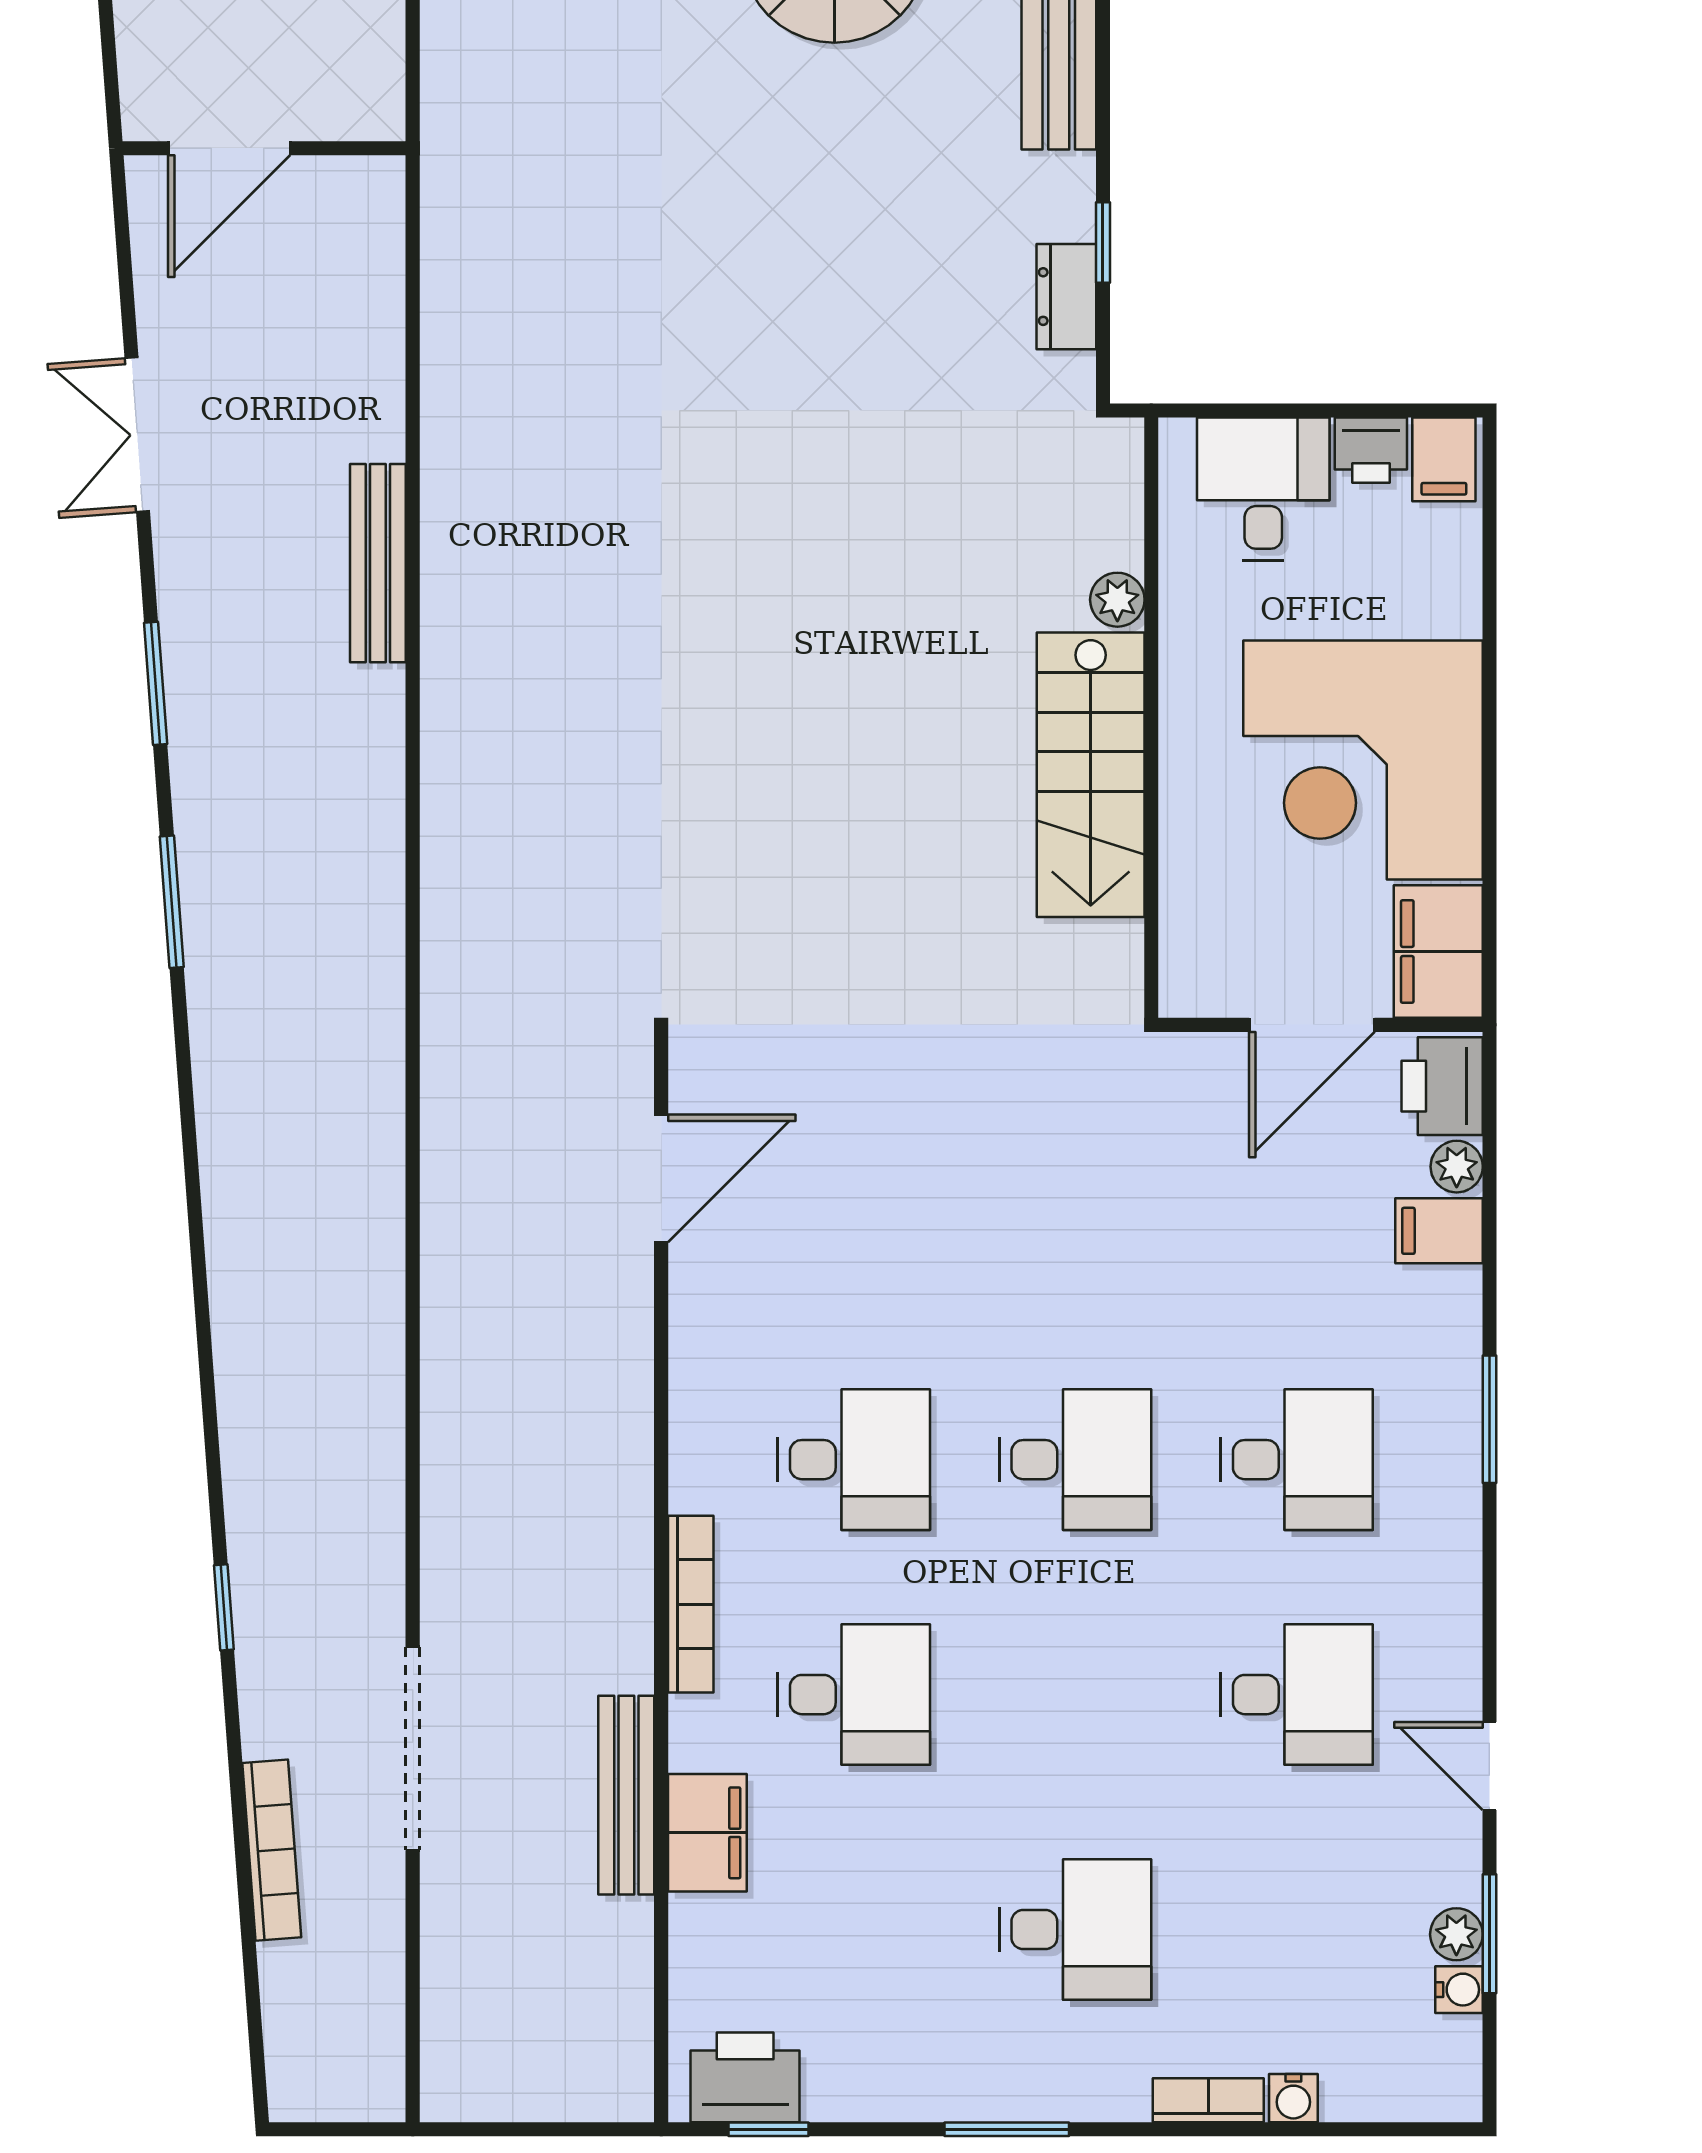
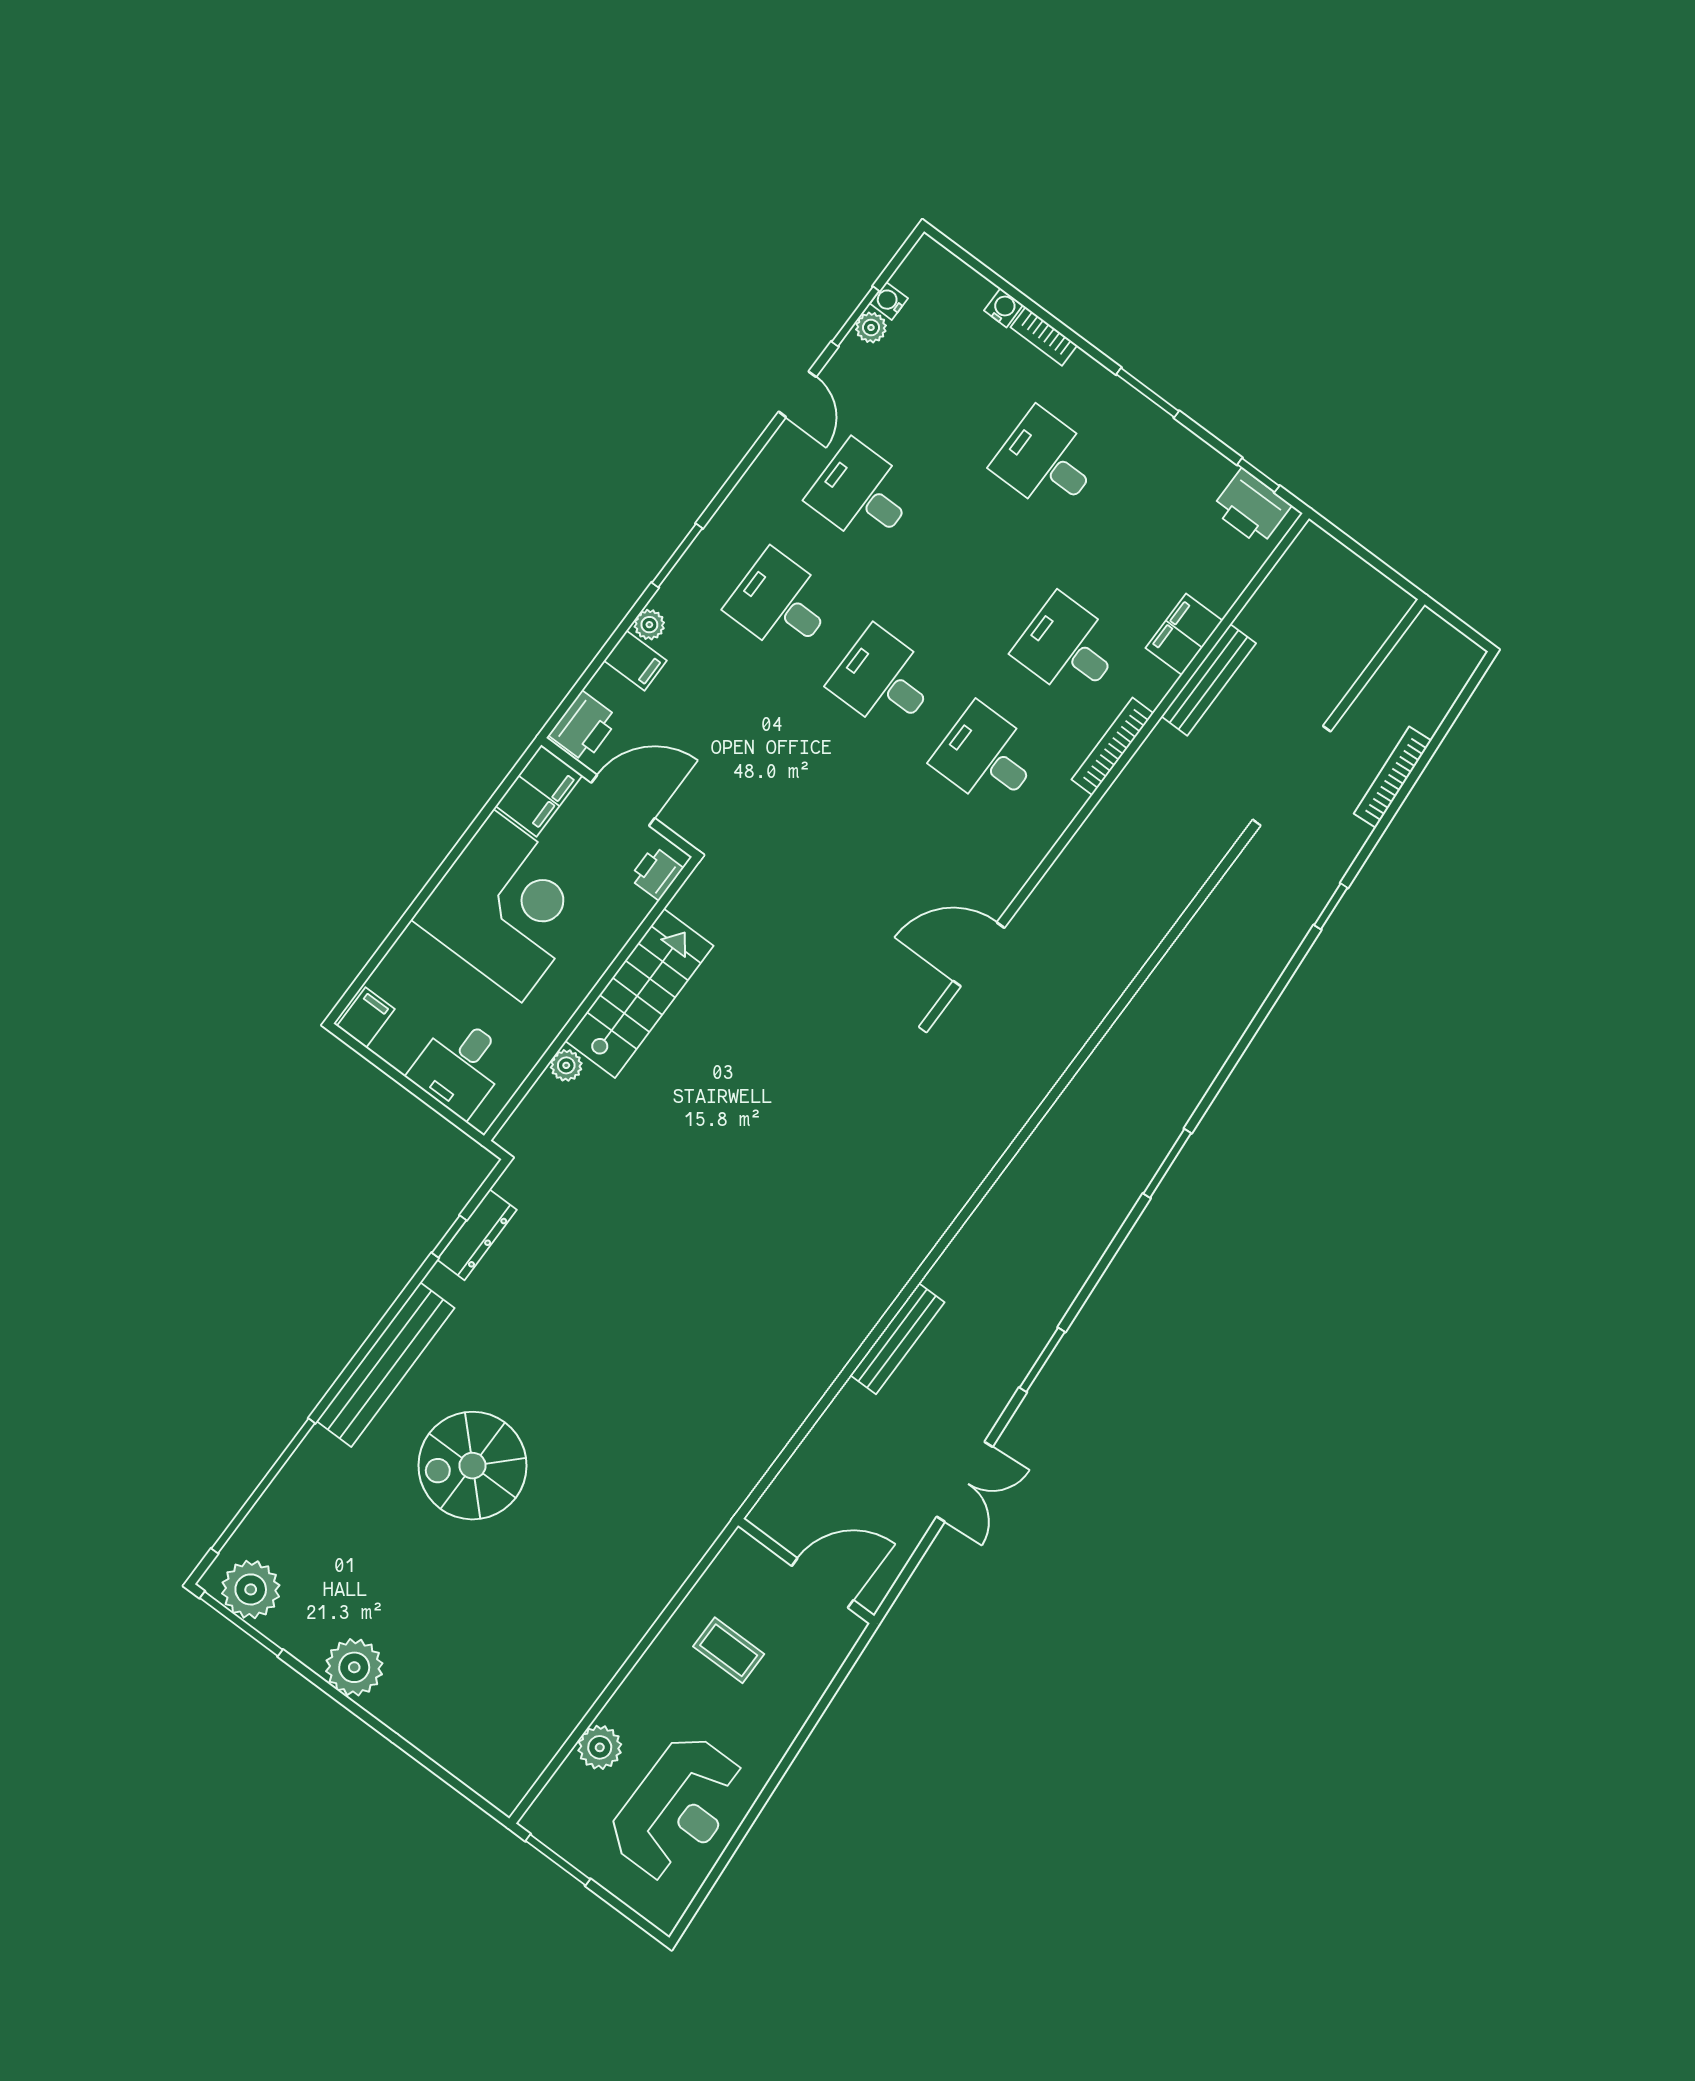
dresser: (1066, 297) -> (477, 1235), width x1.44
printer: (1371, 450) -> (656, 873), moved, turned -90
window: (172, 902) -> (1167, 1163), moved
plant: (1457, 1167) -> (649, 625), moved

